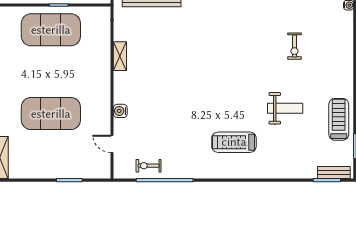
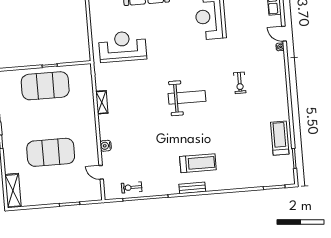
weight bench: (285, 108) -> (187, 97), moved, width x1.36, depth x1.33
treadmill: (234, 142) -> (198, 163), turned 180
bench: (334, 173) -> (192, 188), moved

